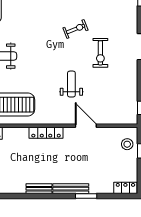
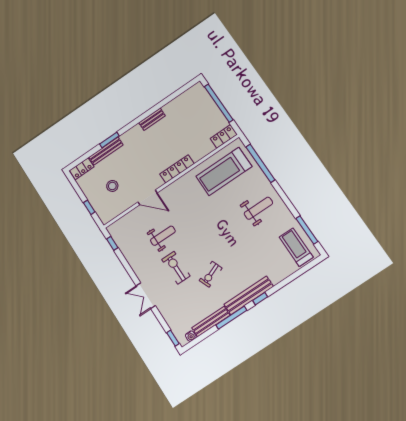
weight bench: (71, 84) -> (163, 236), moved, turned -90
stool: (127, 144) -> (112, 186), moved
bench: (71, 189) -> (106, 151), moved

